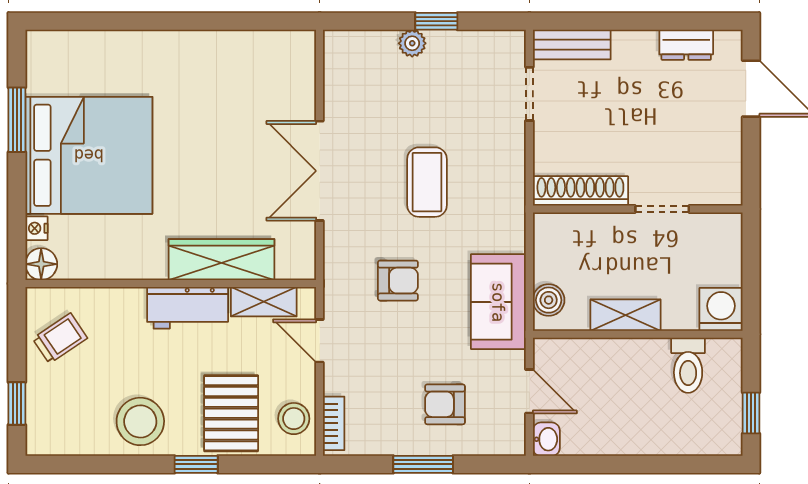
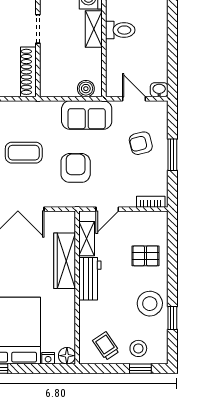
armchair: (398, 281) -> (76, 168), width x1.38, depth x1.38
shelving: (625, 315) -> (94, 29), moved
toilet: (688, 365) -> (120, 30), moved
door: (529, 391) -> (134, 99), hinge flipped
armchair: (445, 404) -> (141, 143), turned 76
pallet: (231, 413) -> (145, 256), width x0.67, depth x0.71
stool: (294, 419) -> (138, 348), moved
window: (196, 464) -> (172, 318), moved

